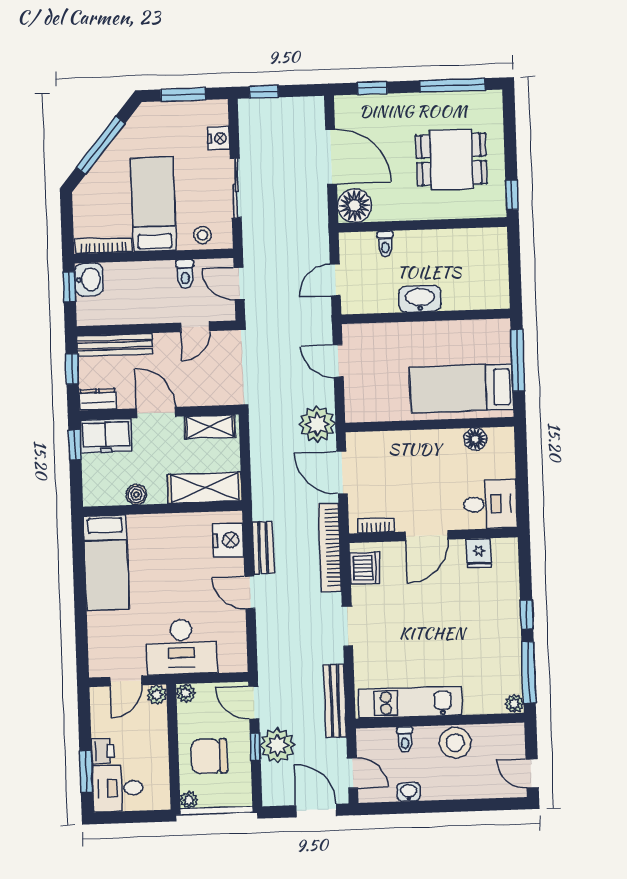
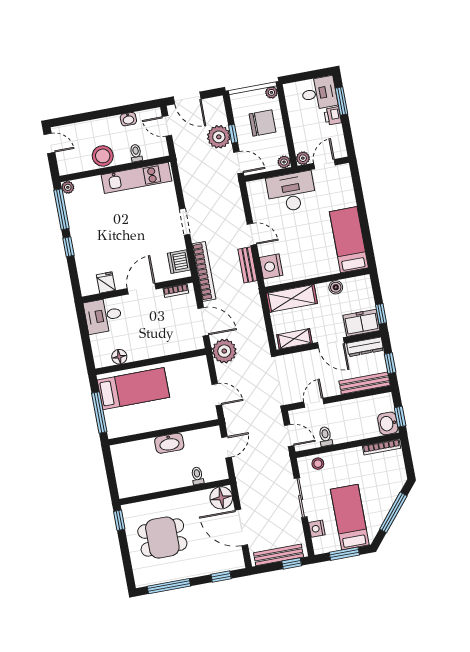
bed: (153, 204) -> (350, 517), moved, turned 180
dresser: (98, 399) -> (365, 347), width x1.44
bench: (335, 701) -> (279, 555), moved, turned 90

